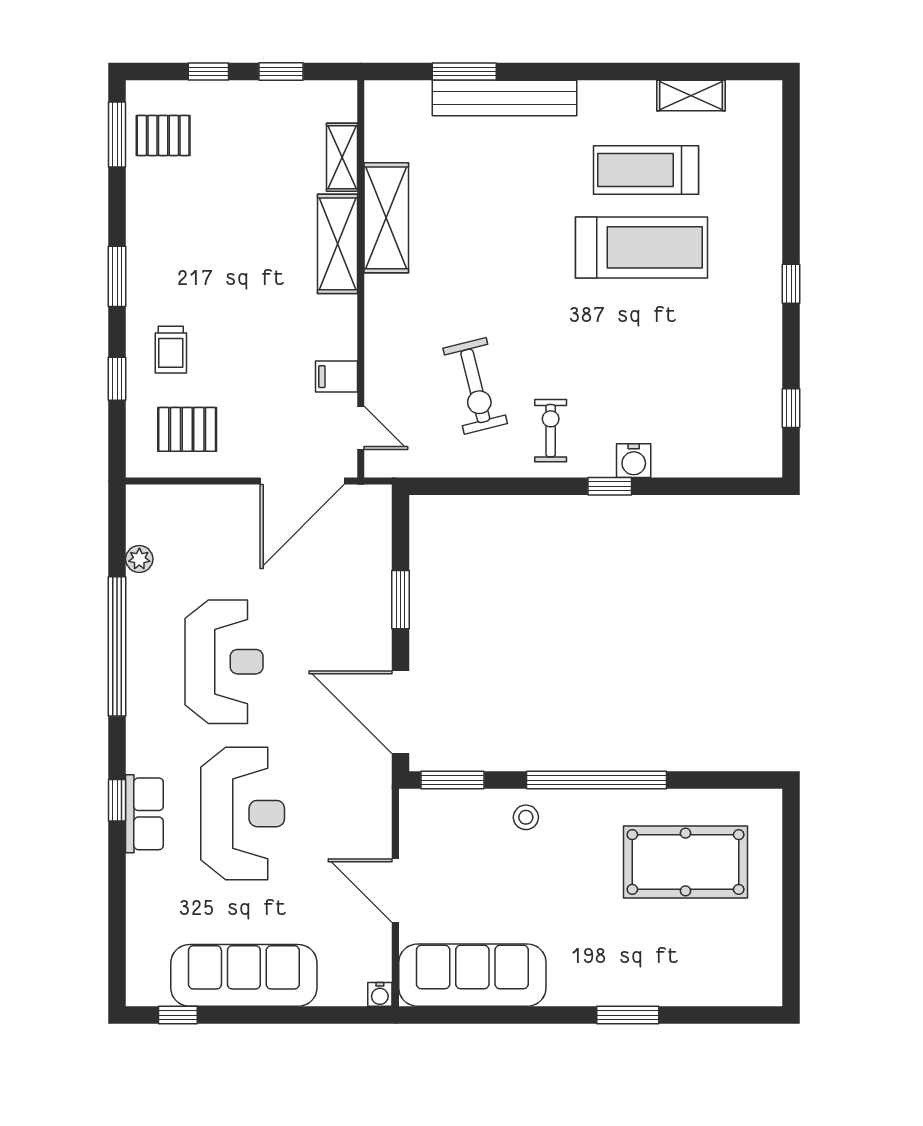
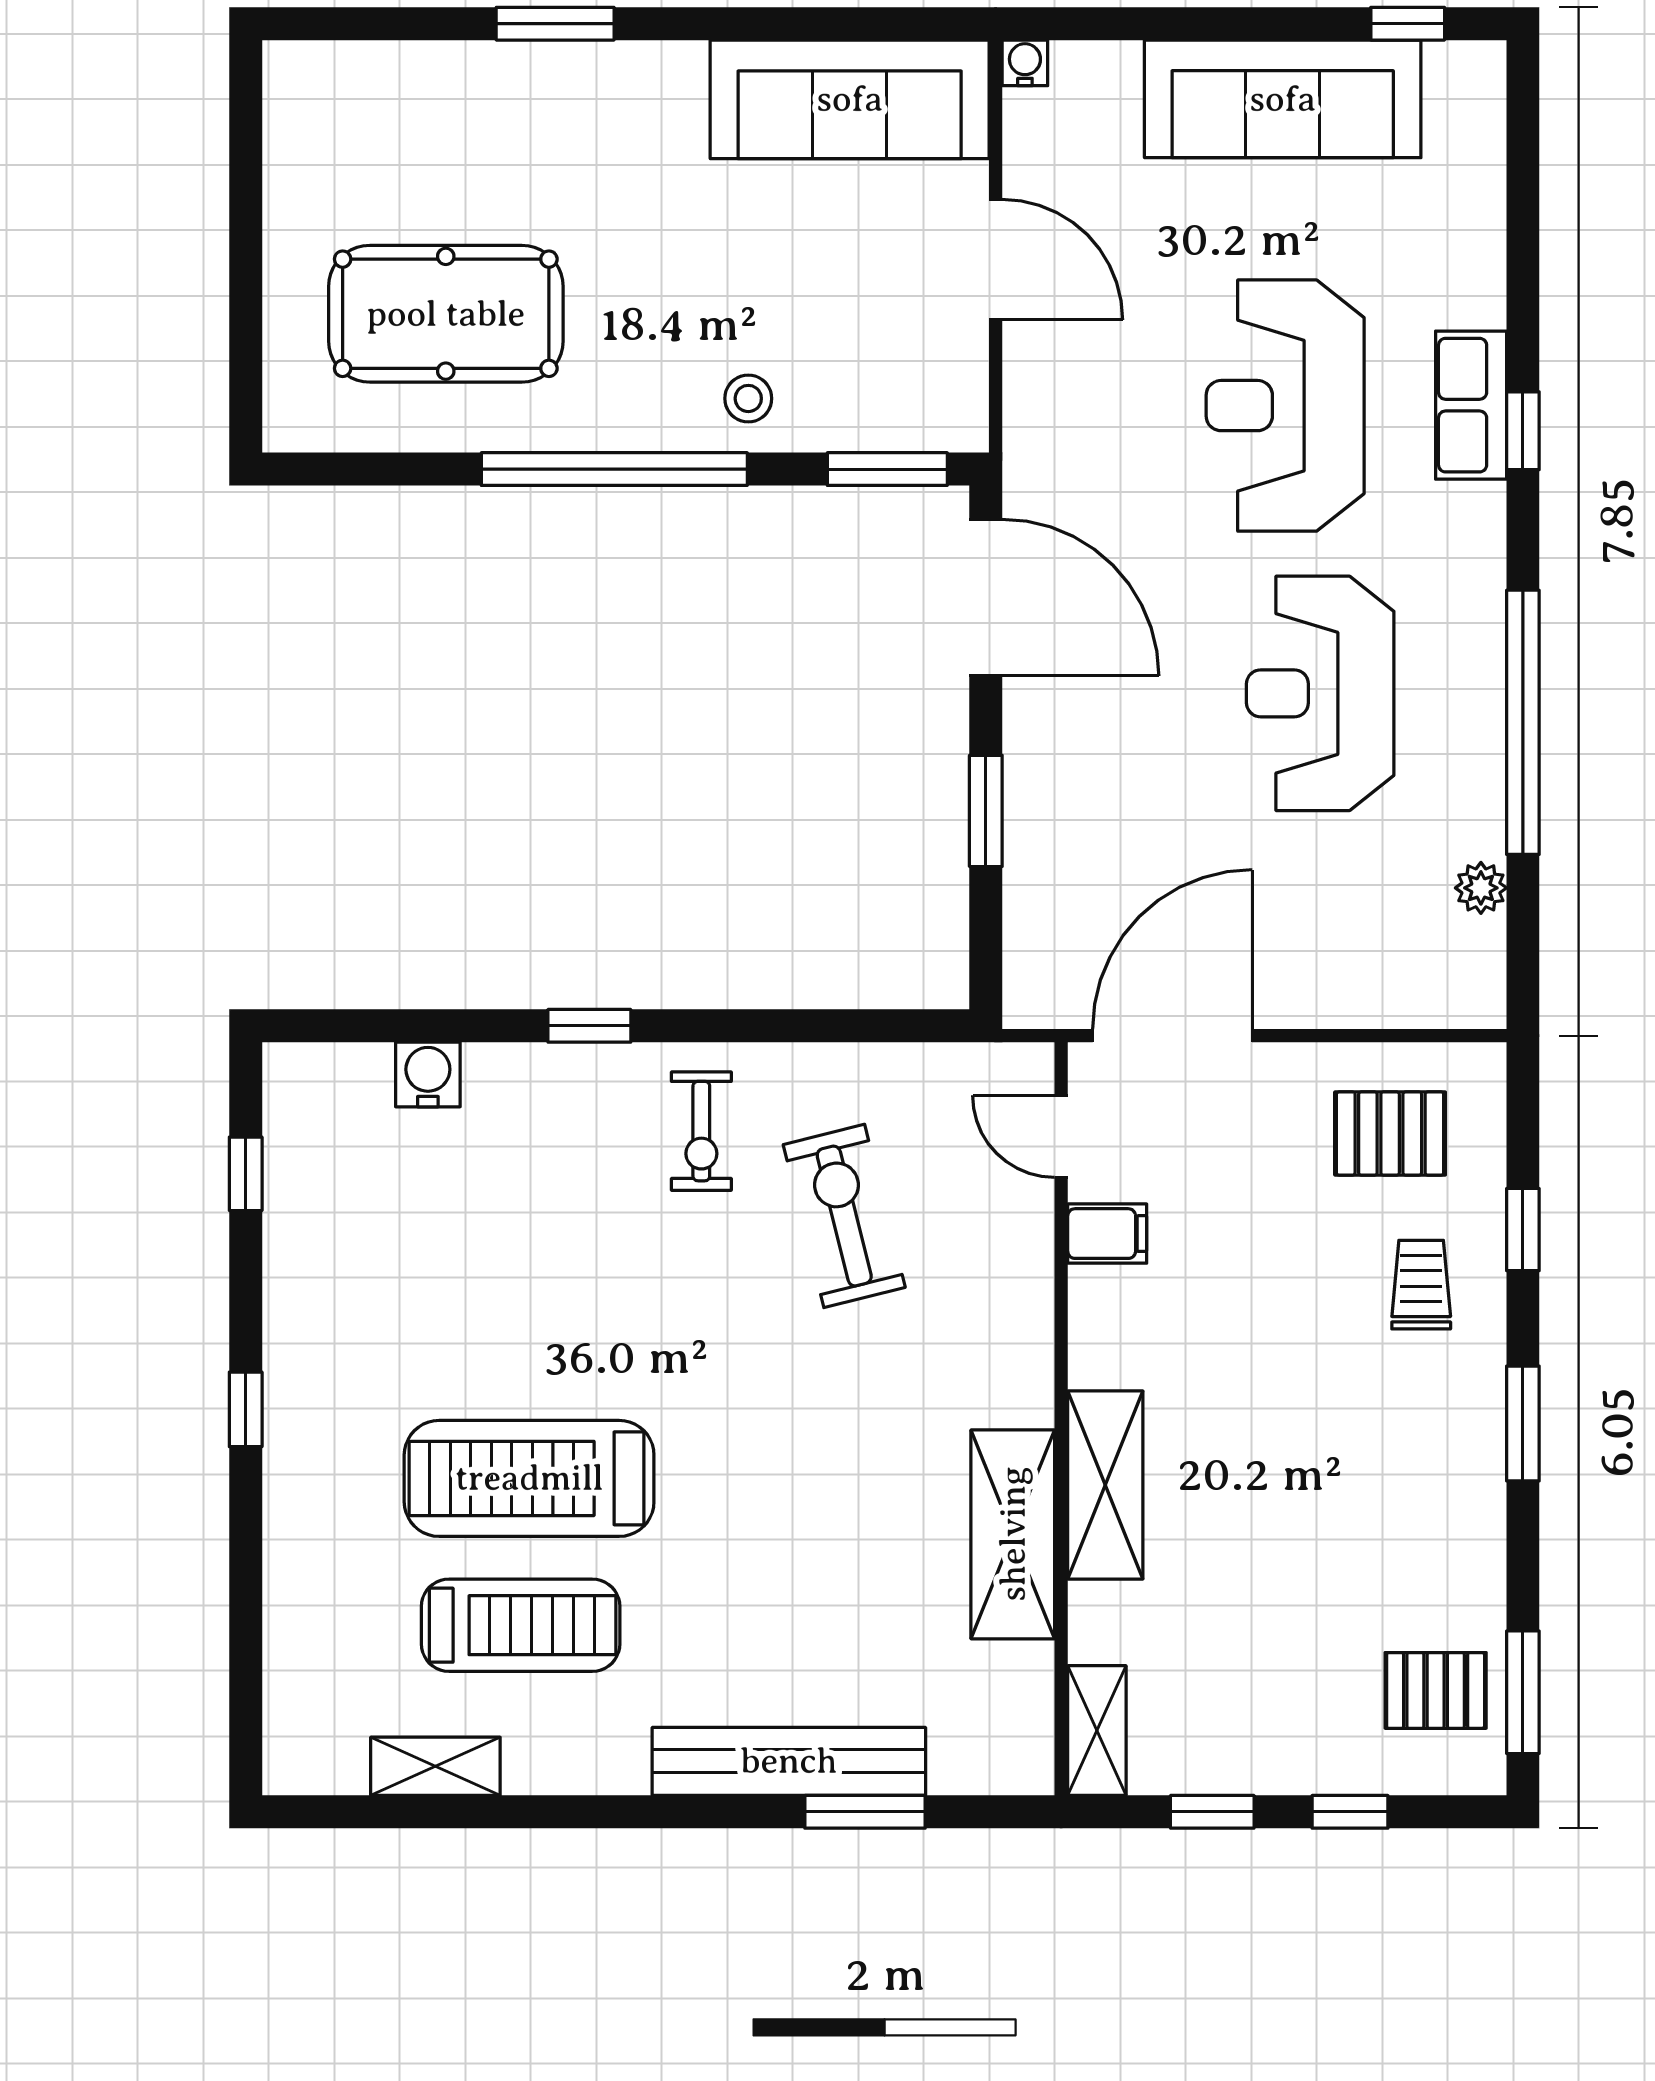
shelving: (342, 157) -> (1097, 1731), moved
water cooler: (634, 461) -> (428, 1074), moved

